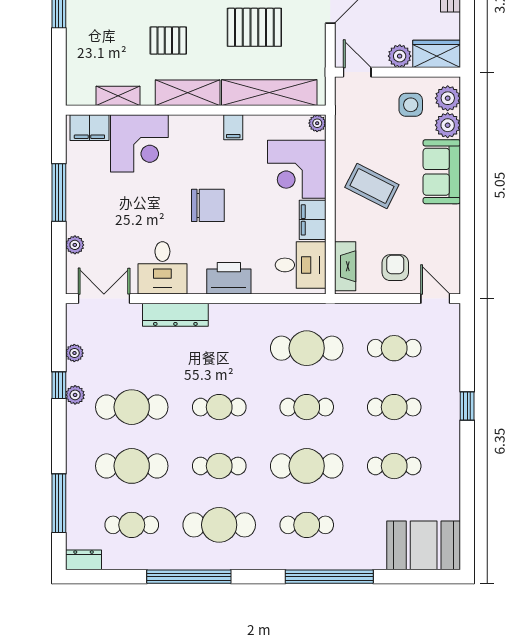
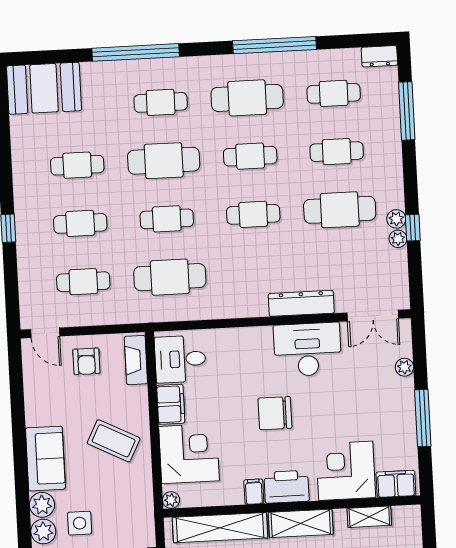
desk: (162, 268) -> (308, 350), width x1.37
printer: (229, 278) -> (287, 487), moved, turned 180
plant: (74, 353) -> (398, 239), moved
cafe table: (132, 466) -> (337, 152), width x0.73, depth x0.74

